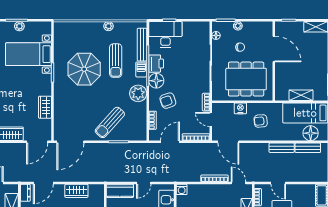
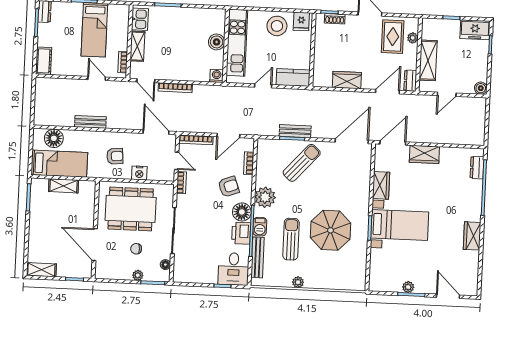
desk: (165, 34) -> (234, 269), width x0.73
bed with nightstands: (29, 54) -> (400, 225), moved
bench: (308, 148) -> (295, 131), moved

